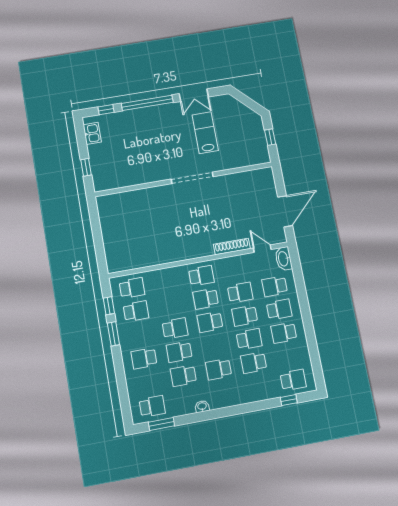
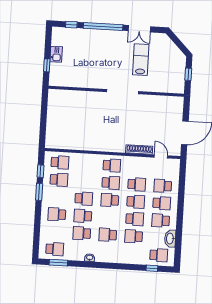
kitchen sink: (92, 133) -> (56, 54), moved
washbasin: (284, 259) -> (170, 239), moved
school desk: (206, 299) -> (111, 183), turned 180
school desk: (245, 316) -> (136, 202), turned 180

